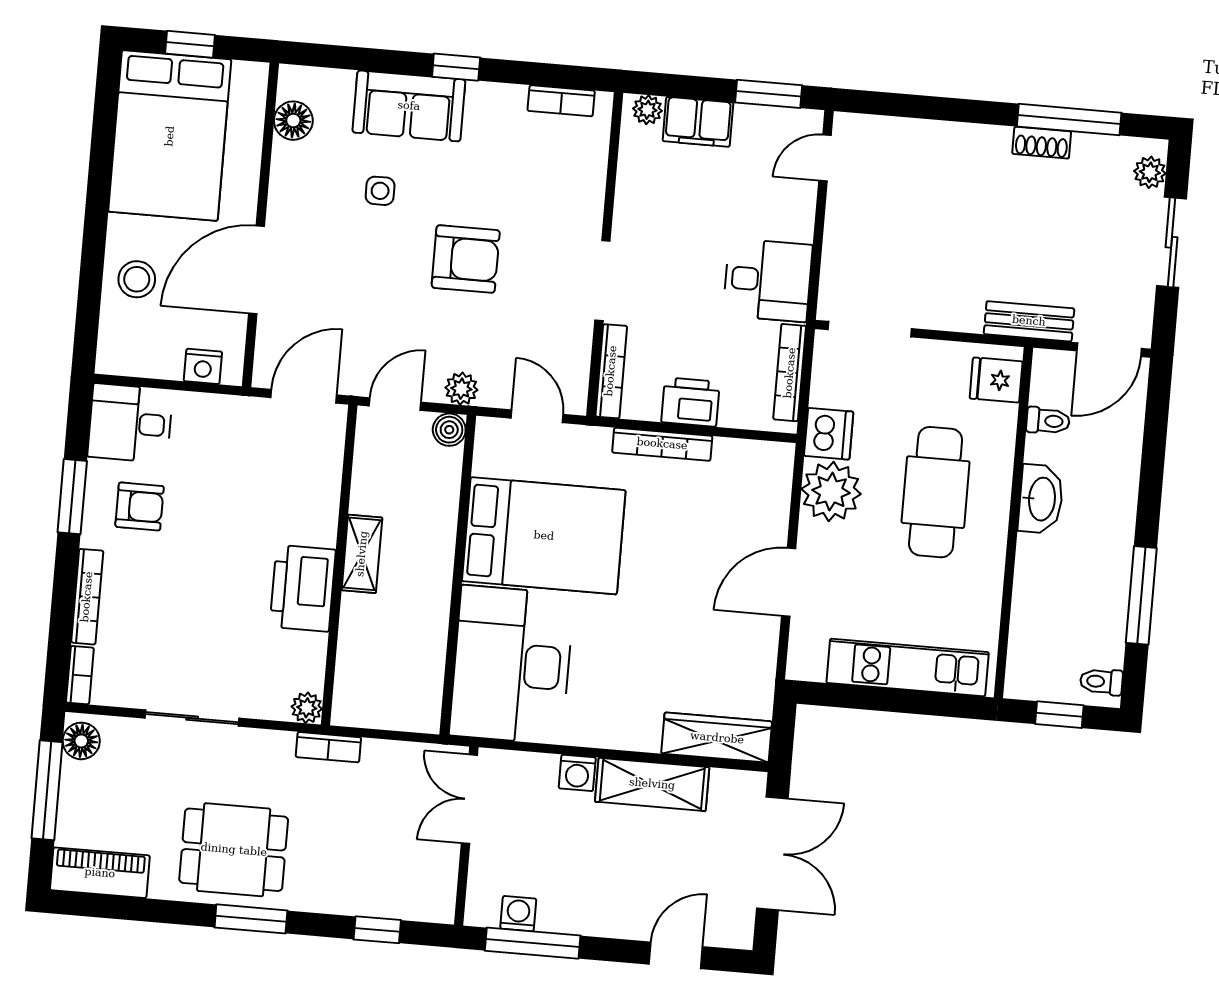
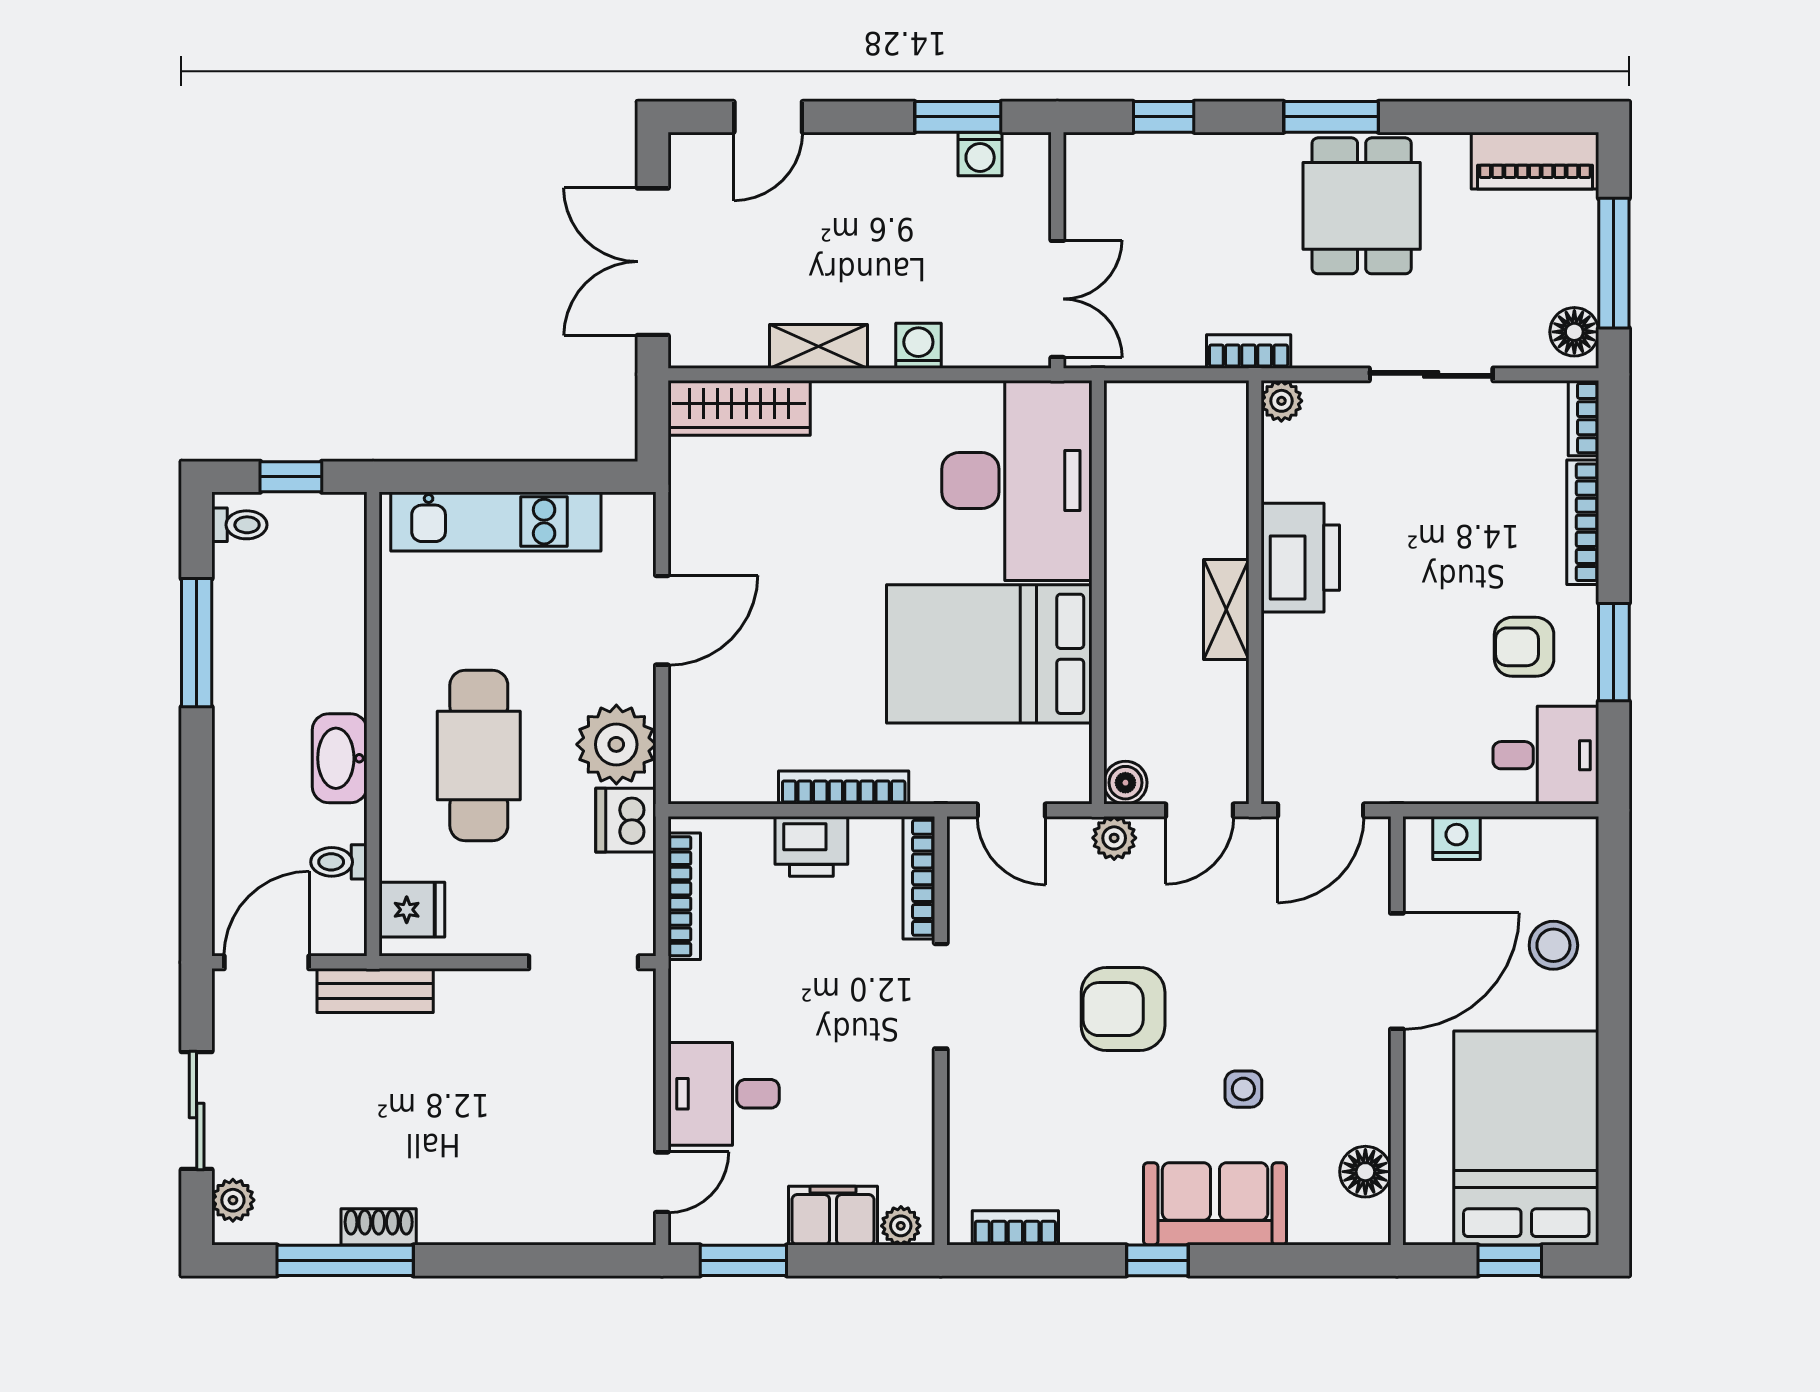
desk: (768, 280) -> (724, 1094), moved
shelving: (652, 784) -> (819, 346), width x0.67, depth x0.75
dining table: (234, 850) -> (1362, 206), turned 90
window: (533, 943) -> (958, 117), width x0.69

